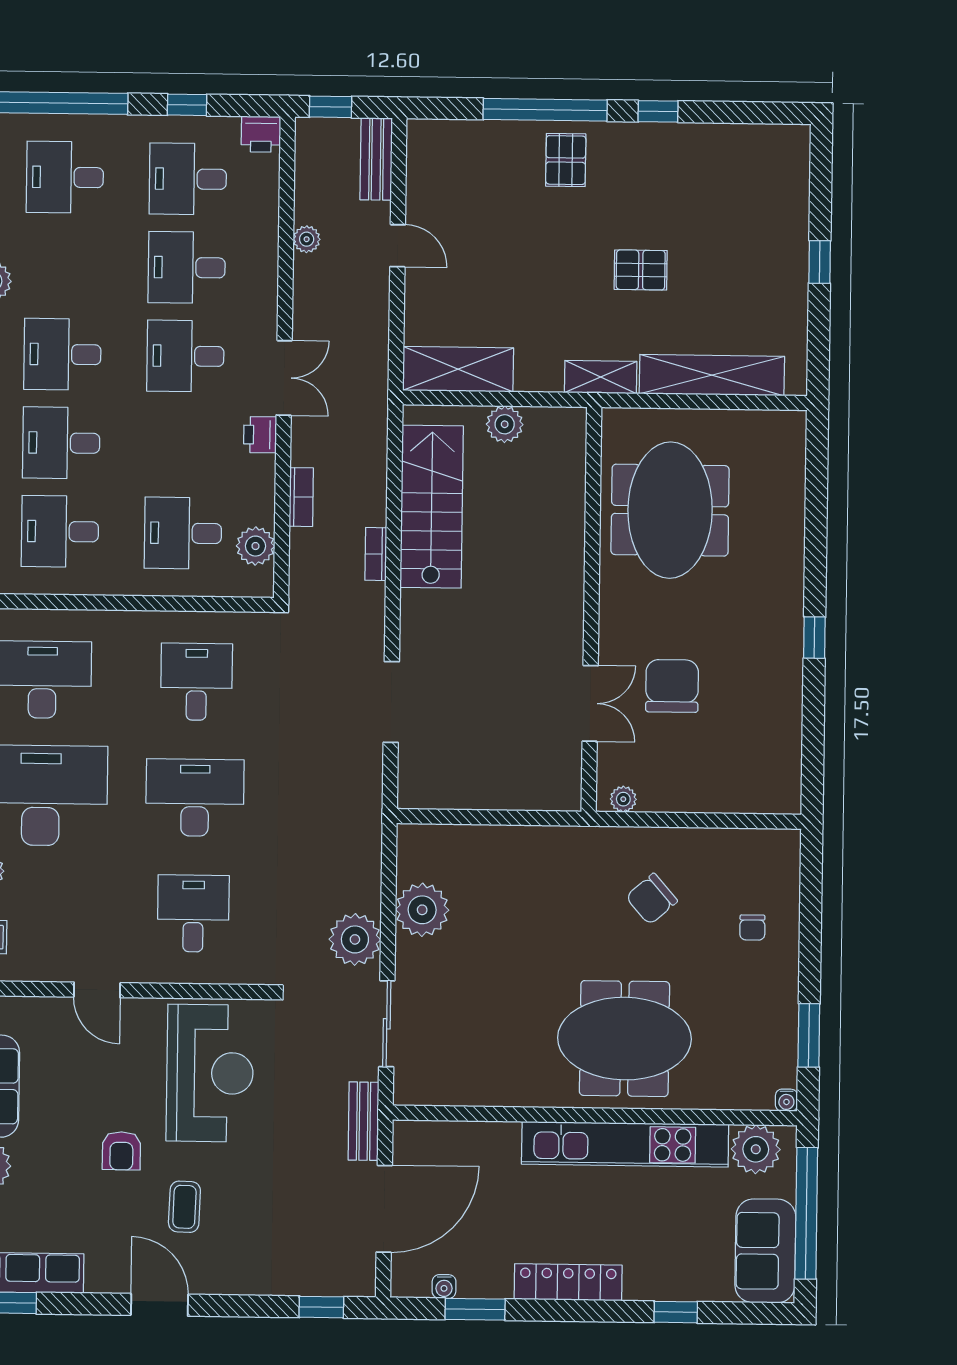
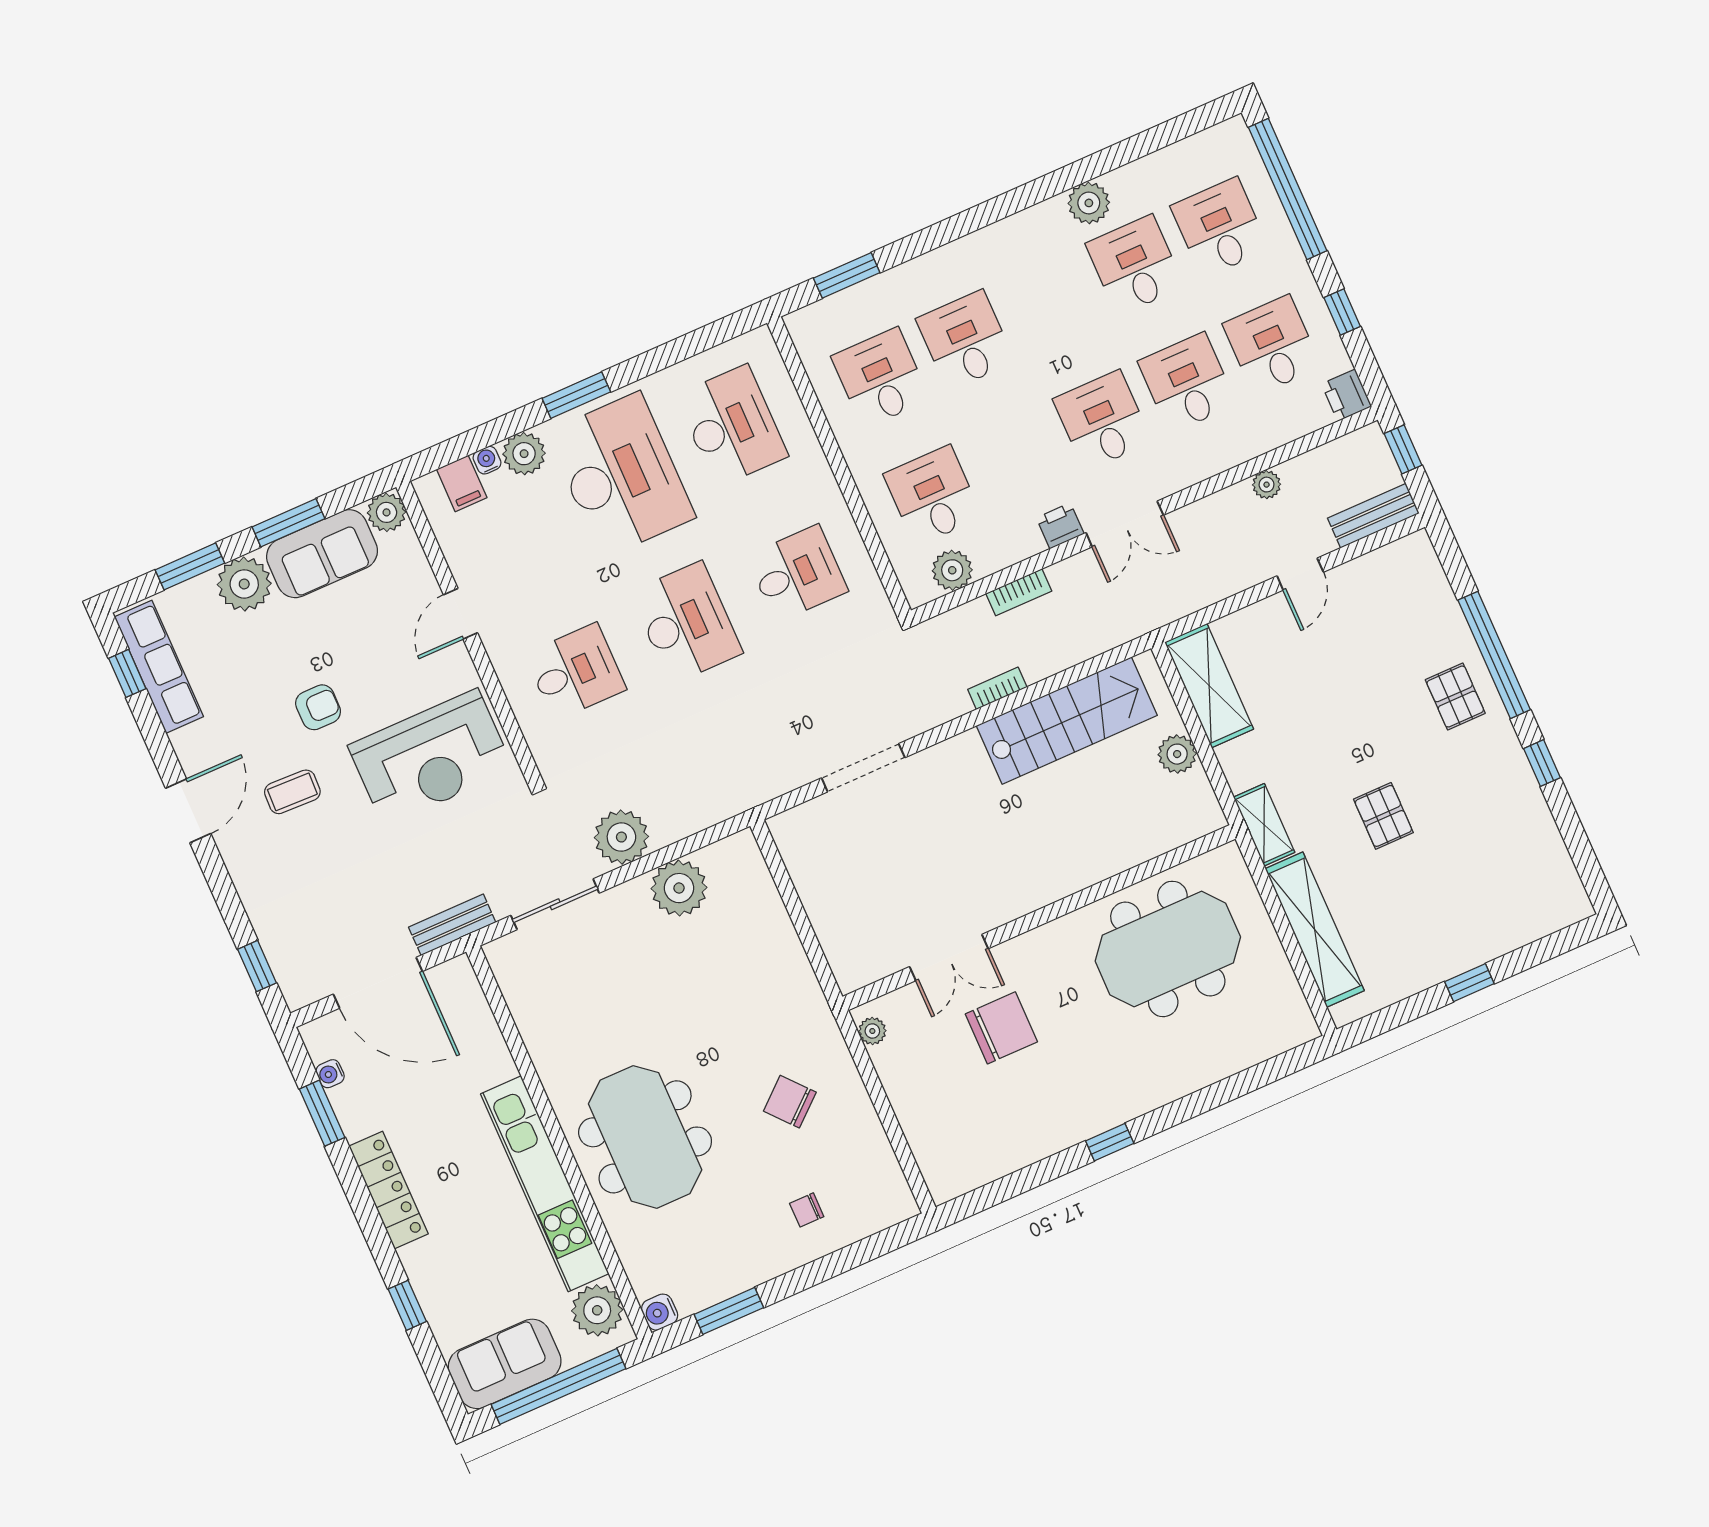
pallet: (566, 160) -> (1455, 697), turned 90
desk: (62, 354) -> (1135, 265), moved
water cooler: (786, 1100) -> (660, 1312), width x1.38, depth x1.38
armchair: (121, 1151) -> (318, 707), turned 180

